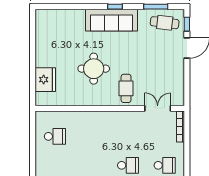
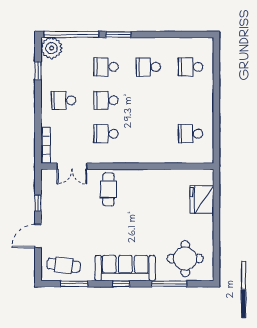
window: (73, 7) -> (169, 284), added
window: (187, 24) -> (38, 203), moved
round table: (94, 69) -> (185, 259), moved
school desk: (128, 136) -> (106, 134), added

